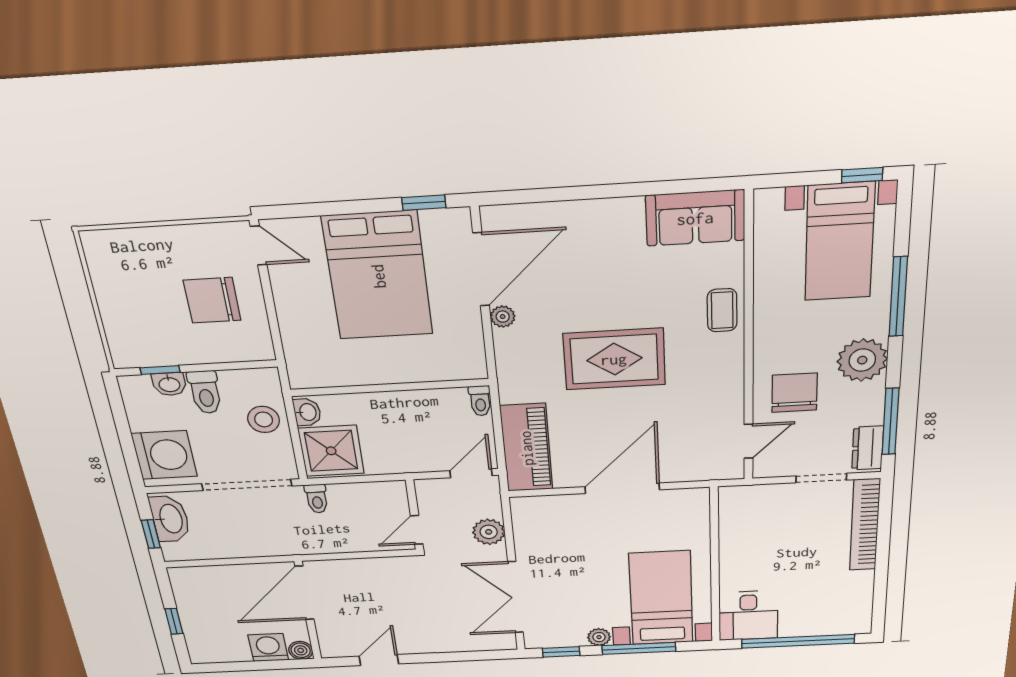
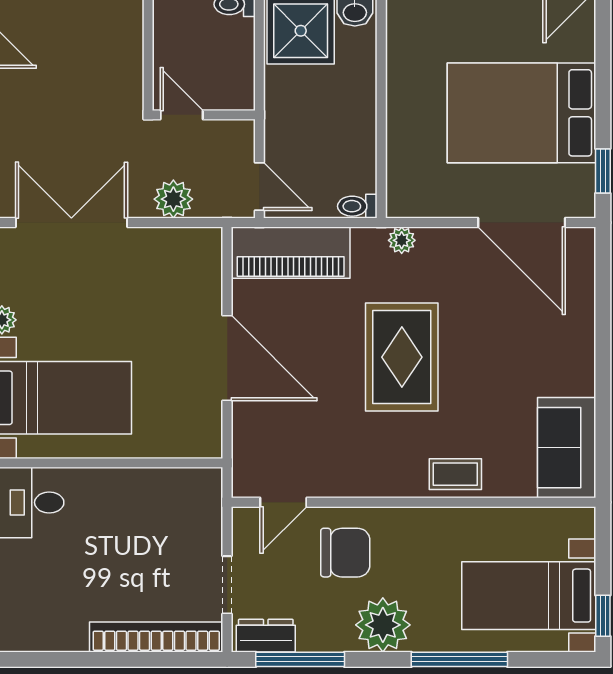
plant: (503, 317) -> (402, 240), moved
door: (748, 441) -> (283, 502), hinge flipped

